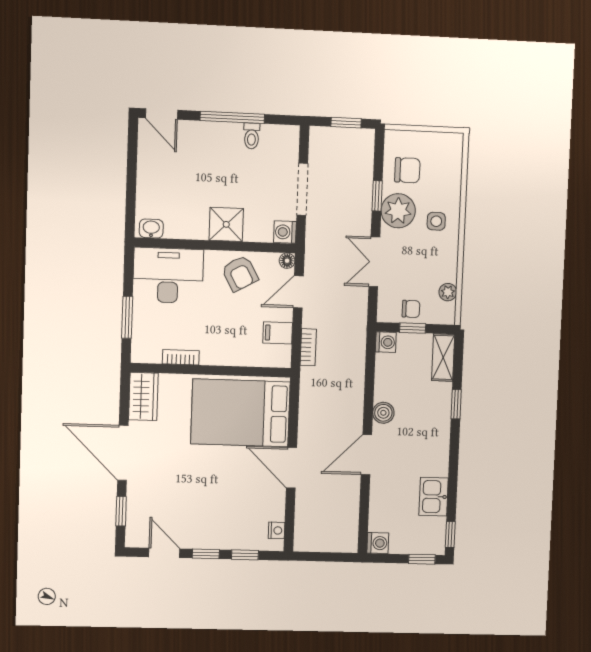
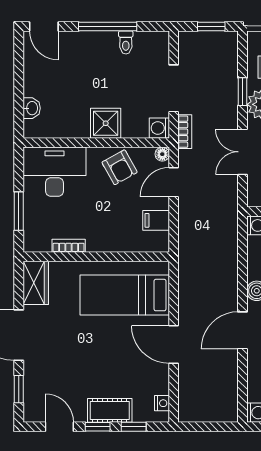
washbasin: (151, 229) -> (32, 108), moved, turned 90
bookcase: (308, 347) -> (185, 132), moved
bed: (240, 413) -> (125, 295), width x0.67
cot: (220, 537) -> (110, 410), added

